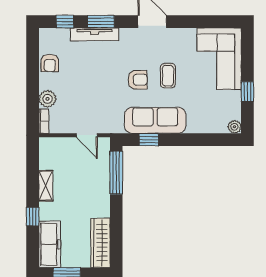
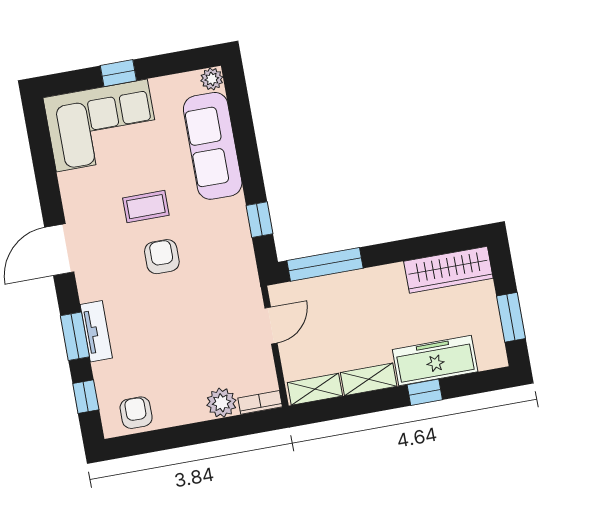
tv unit: (95, 34) -> (96, 331), width x0.71
armchair: (50, 63) -> (136, 413), moved, turned -90
window: (247, 92) -> (118, 73), moved
sofa: (155, 120) -> (213, 146), moved
shelving: (46, 154) -> (315, 389), added
freezer: (50, 244) -> (435, 361), moved

